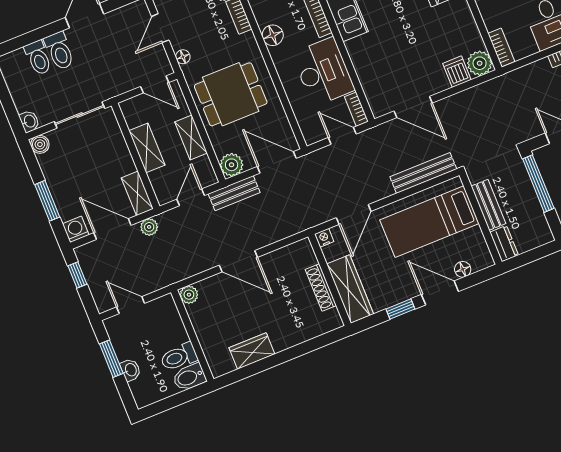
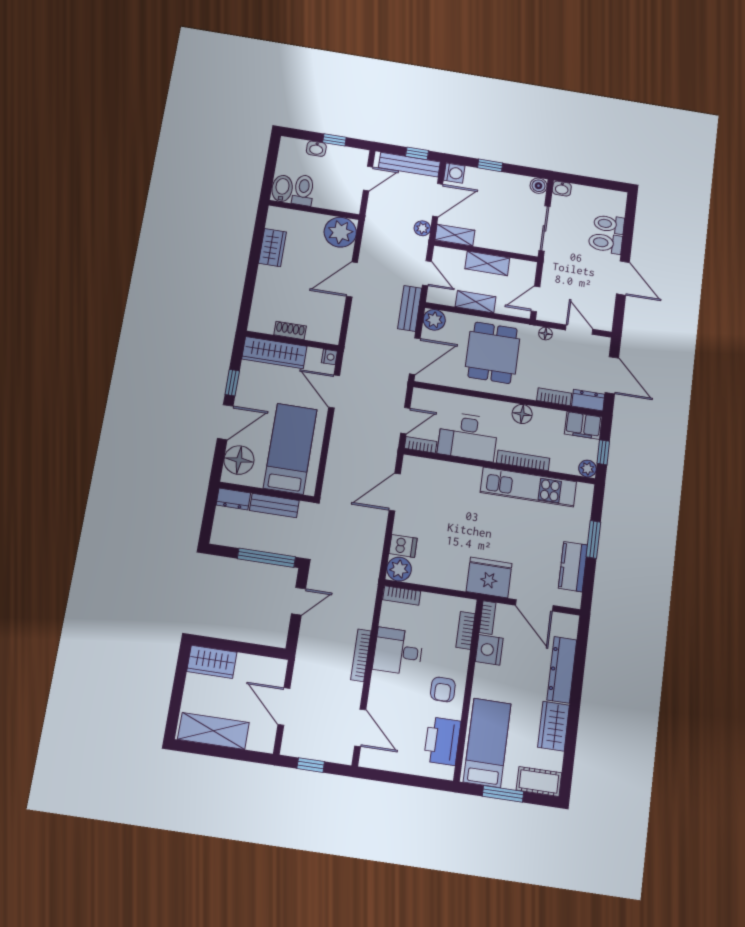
bench: (423, 173) -> (409, 165), moved, turned 90
window: (47, 201) -> (490, 165), width x0.67
floor lamp: (463, 269) -> (239, 460), width x1.89, depth x1.89
shoe rack: (321, 288) -> (290, 330), width x0.70
plant: (189, 295) -> (340, 232), width x1.88, depth x1.88
window: (111, 359) -> (334, 140), width x0.67

